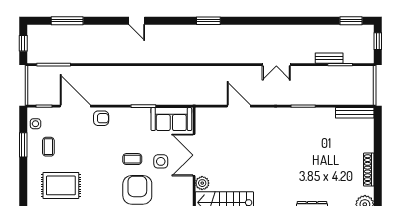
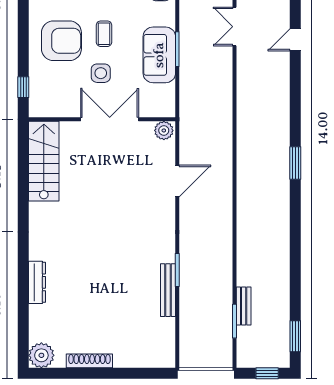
window: (208, 21) -> (295, 163), moved
double door: (276, 65) -> (235, 27), moved
bench: (355, 113) -> (168, 290), moved
sofa: (171, 119) -> (159, 55), moved
plant: (202, 183) -> (164, 130), moved

